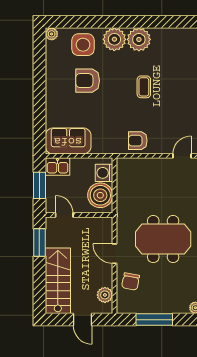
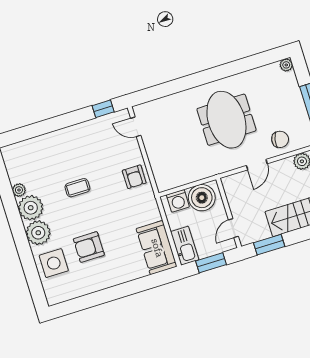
plant: (52, 34) -> (19, 190), moved
armchair: (88, 81) -> (89, 247), turned 90
kitchen sink: (58, 167) -> (185, 246), width x1.38

